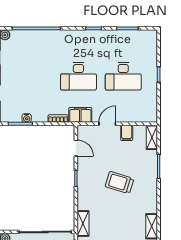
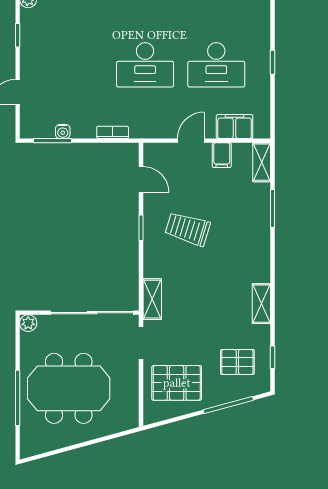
filing cabinet: (80, 115) -> (235, 127), moved
trolley: (120, 183) -> (188, 229), moved

